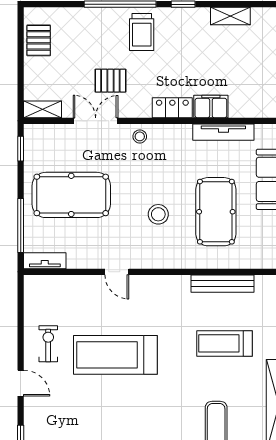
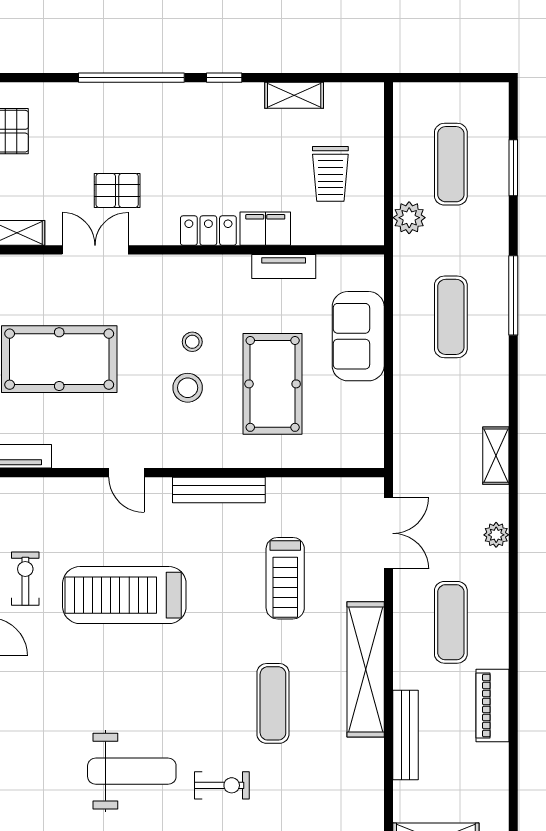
trolley: (142, 32) -> (330, 174), moved
tv unit: (223, 132) -> (284, 266), width x0.71
stool: (140, 136) -> (192, 342), moved
bench: (222, 284) -> (219, 490), moved
treadmill: (224, 343) -> (285, 578), turned -90

